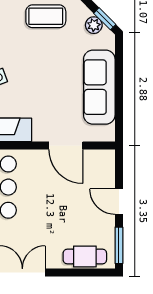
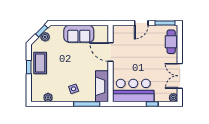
sofa: (99, 87) -> (79, 34), width x0.73
door: (66, 145) -> (111, 52), swing flipped

